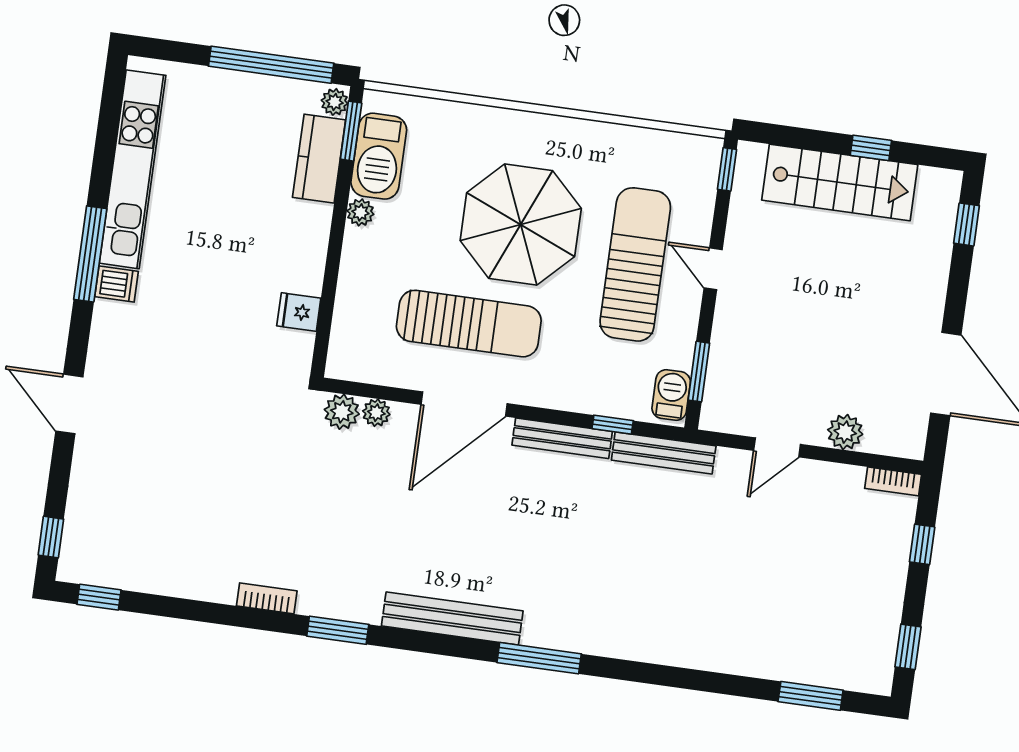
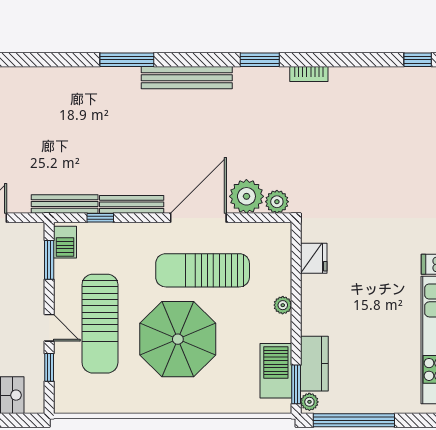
window: (727, 169) -> (49, 367), moved
plant: (360, 212) -> (283, 305), moved
fridge: (299, 312) -> (314, 258), width x1.38
plant: (376, 413) -> (246, 196), width x1.87, depth x1.87

